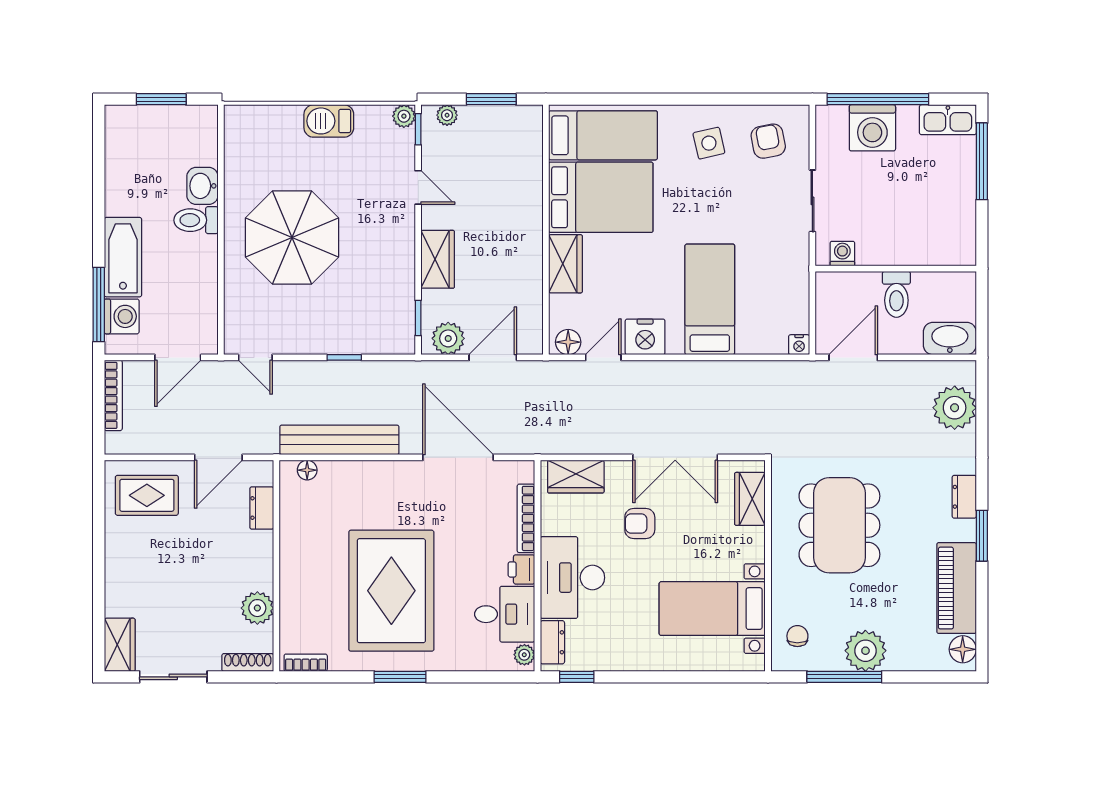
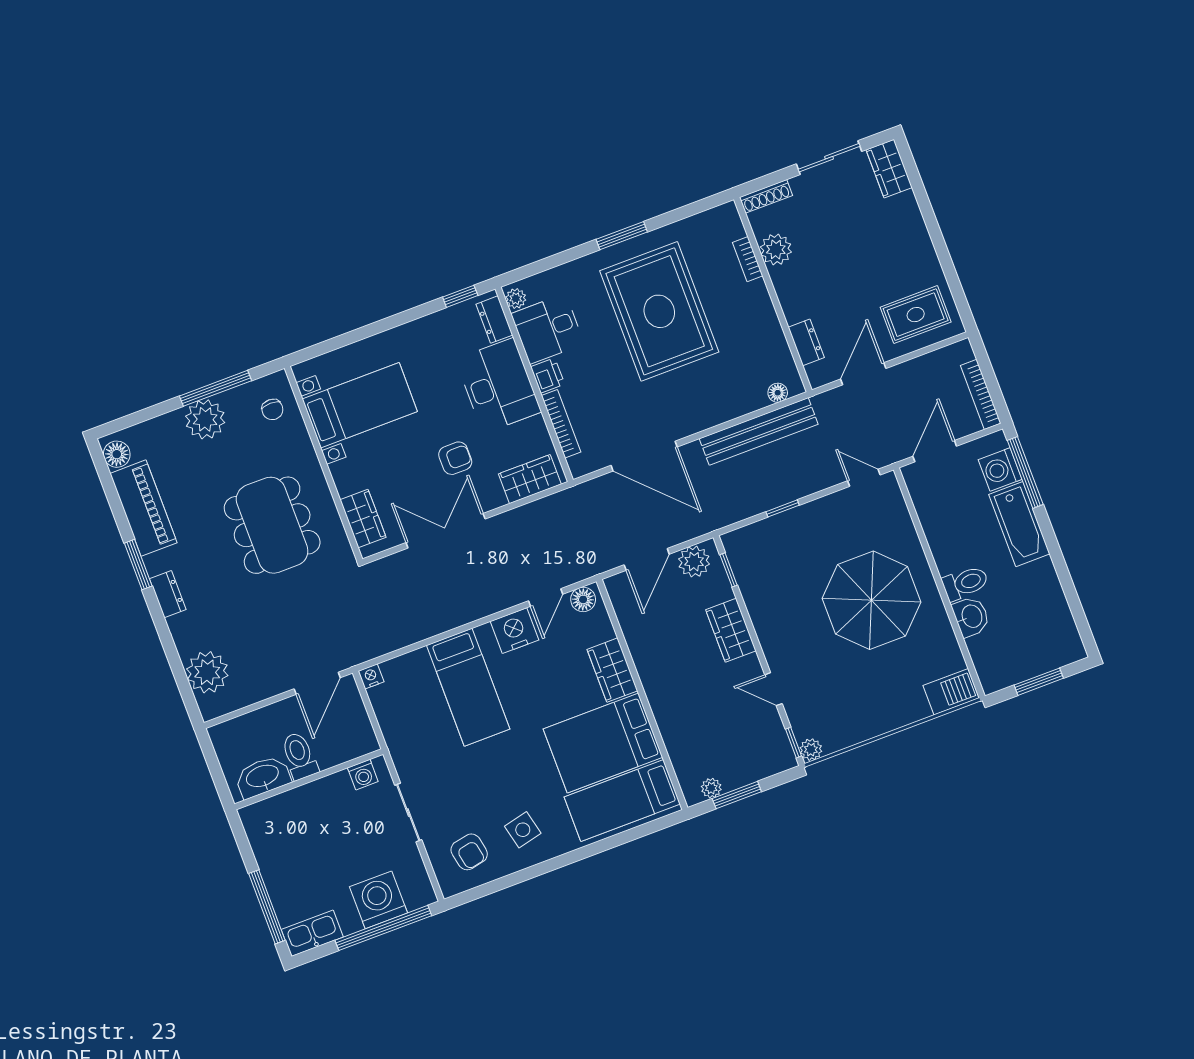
plant: (447, 115) -> (711, 788), moved
barbecue: (329, 121) -> (951, 692), moved
washbasin: (950, 339) -> (263, 777), moved, turned 180
bookcase: (306, 663) -> (748, 259), moved, turned 90

